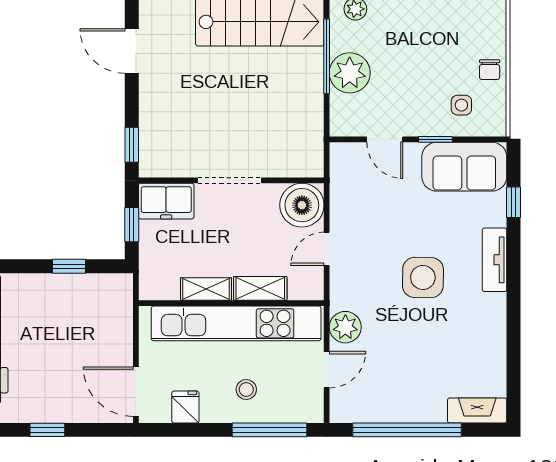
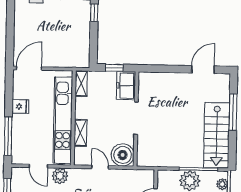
window: (132, 145) -> (155, 69), removed
window: (69, 266) -> (94, 13), moved
shelving: (206, 289) -> (81, 84), moved
stool: (246, 389) -> (29, 125), removed
fridge: (185, 407) -> (20, 106), moved
window: (47, 430) -> (10, 23), removed

